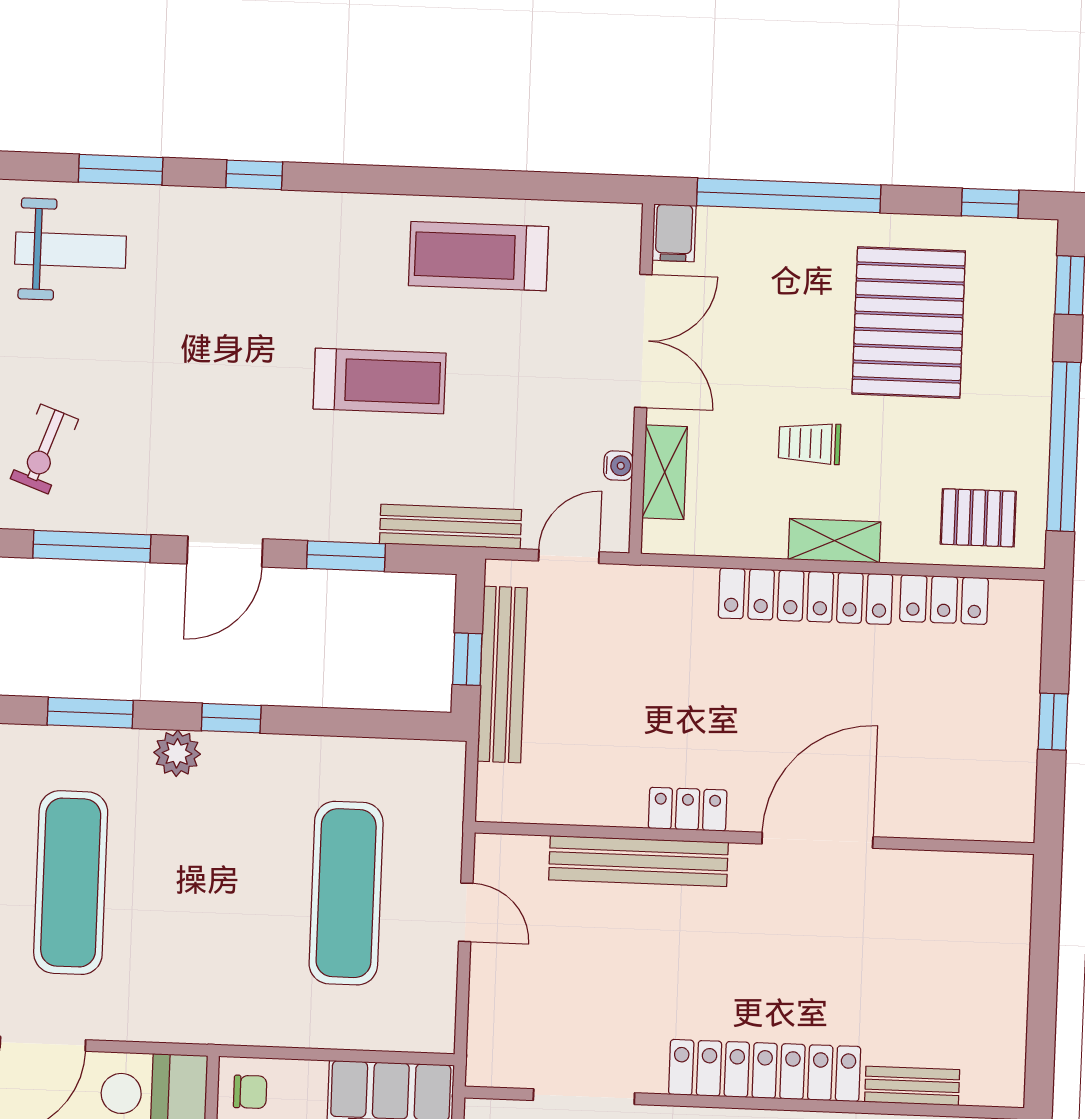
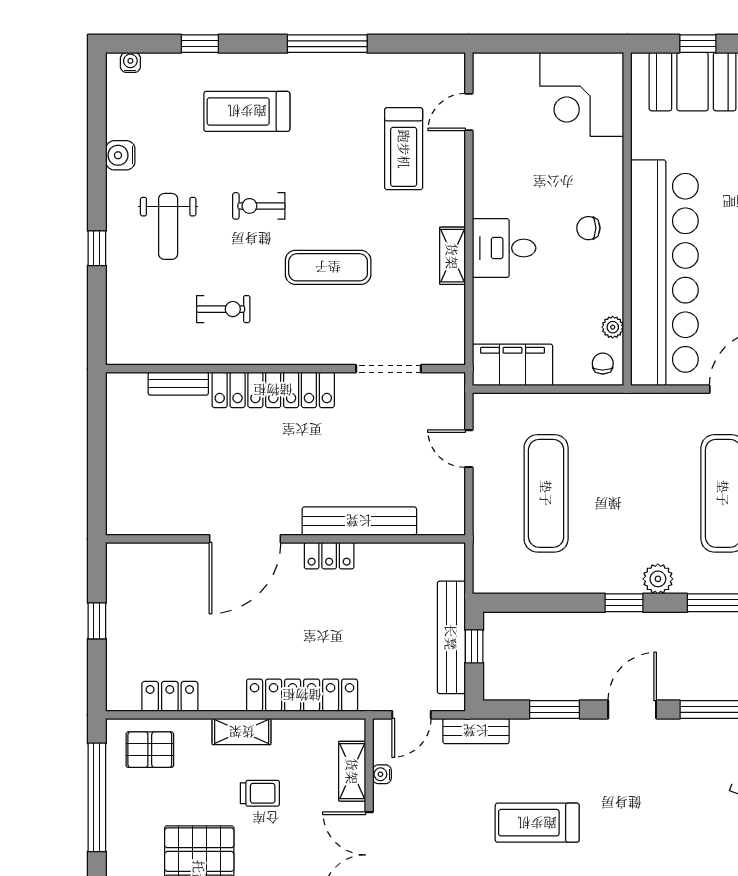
bench: (451, 527) -> (476, 731), width x0.73
locker: (806, 596) -> (302, 695), moved
door: (466, 912) -> (469, 449), moved
chair: (250, 1092) -> (603, 364), turned 90

